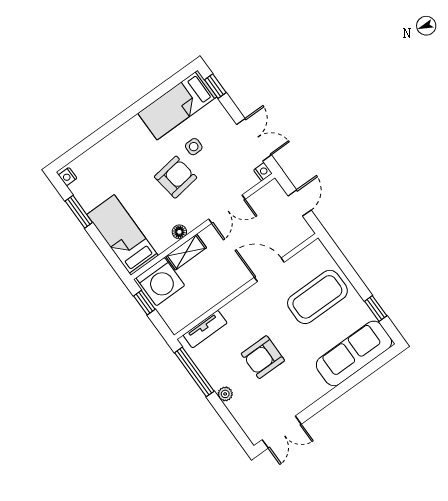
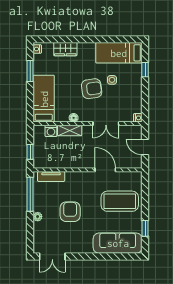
window: (215, 86) -> (145, 70), moved
double door: (254, 140) -> (145, 98), removed
wardrobe: (104, 150) -> (65, 49), added
door: (300, 203) -> (145, 147), swing flipped
washing machine: (160, 282) -> (51, 131), width x0.53, depth x0.53
window: (144, 303) -> (30, 152), moved
armchair: (263, 357) -> (70, 212), turned 90

